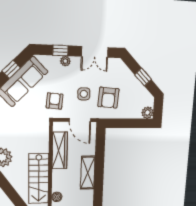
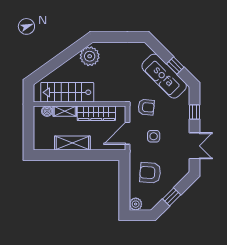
double door: (95, 52) -> (194, 146), swing flipped
plant: (65, 61) -> (185, 117), removed
armchair: (108, 98) -> (150, 173), moved
shelving: (57, 180) -> (65, 111), added

